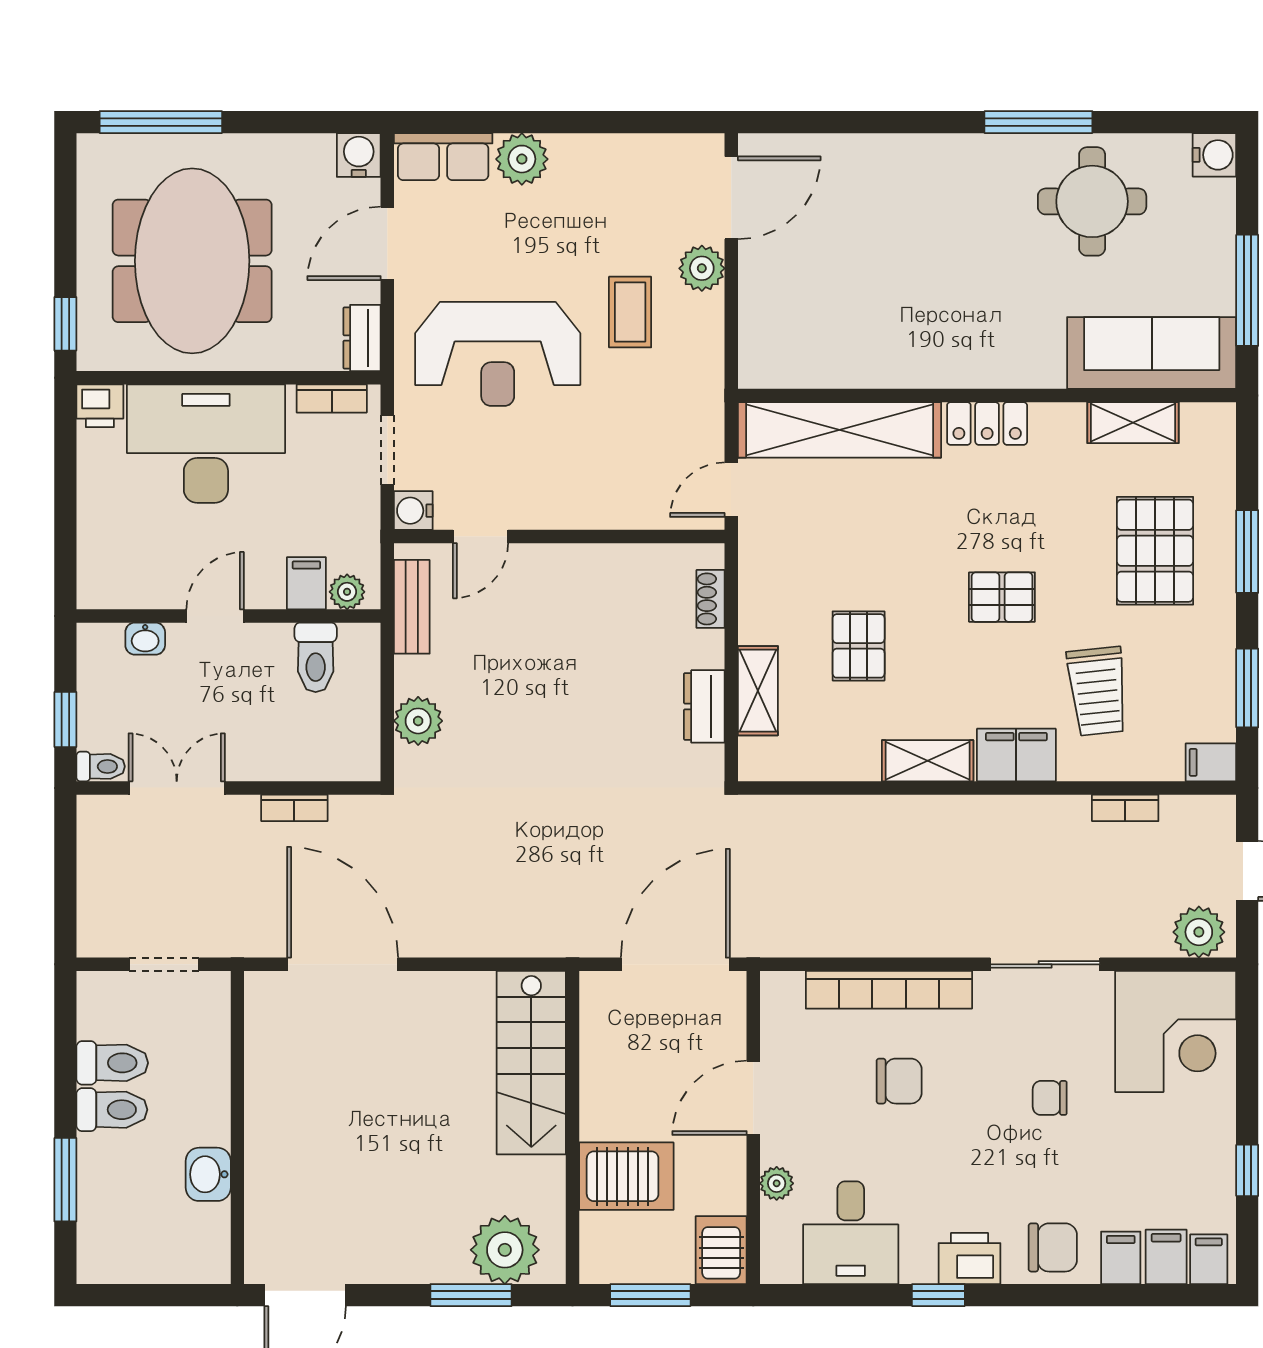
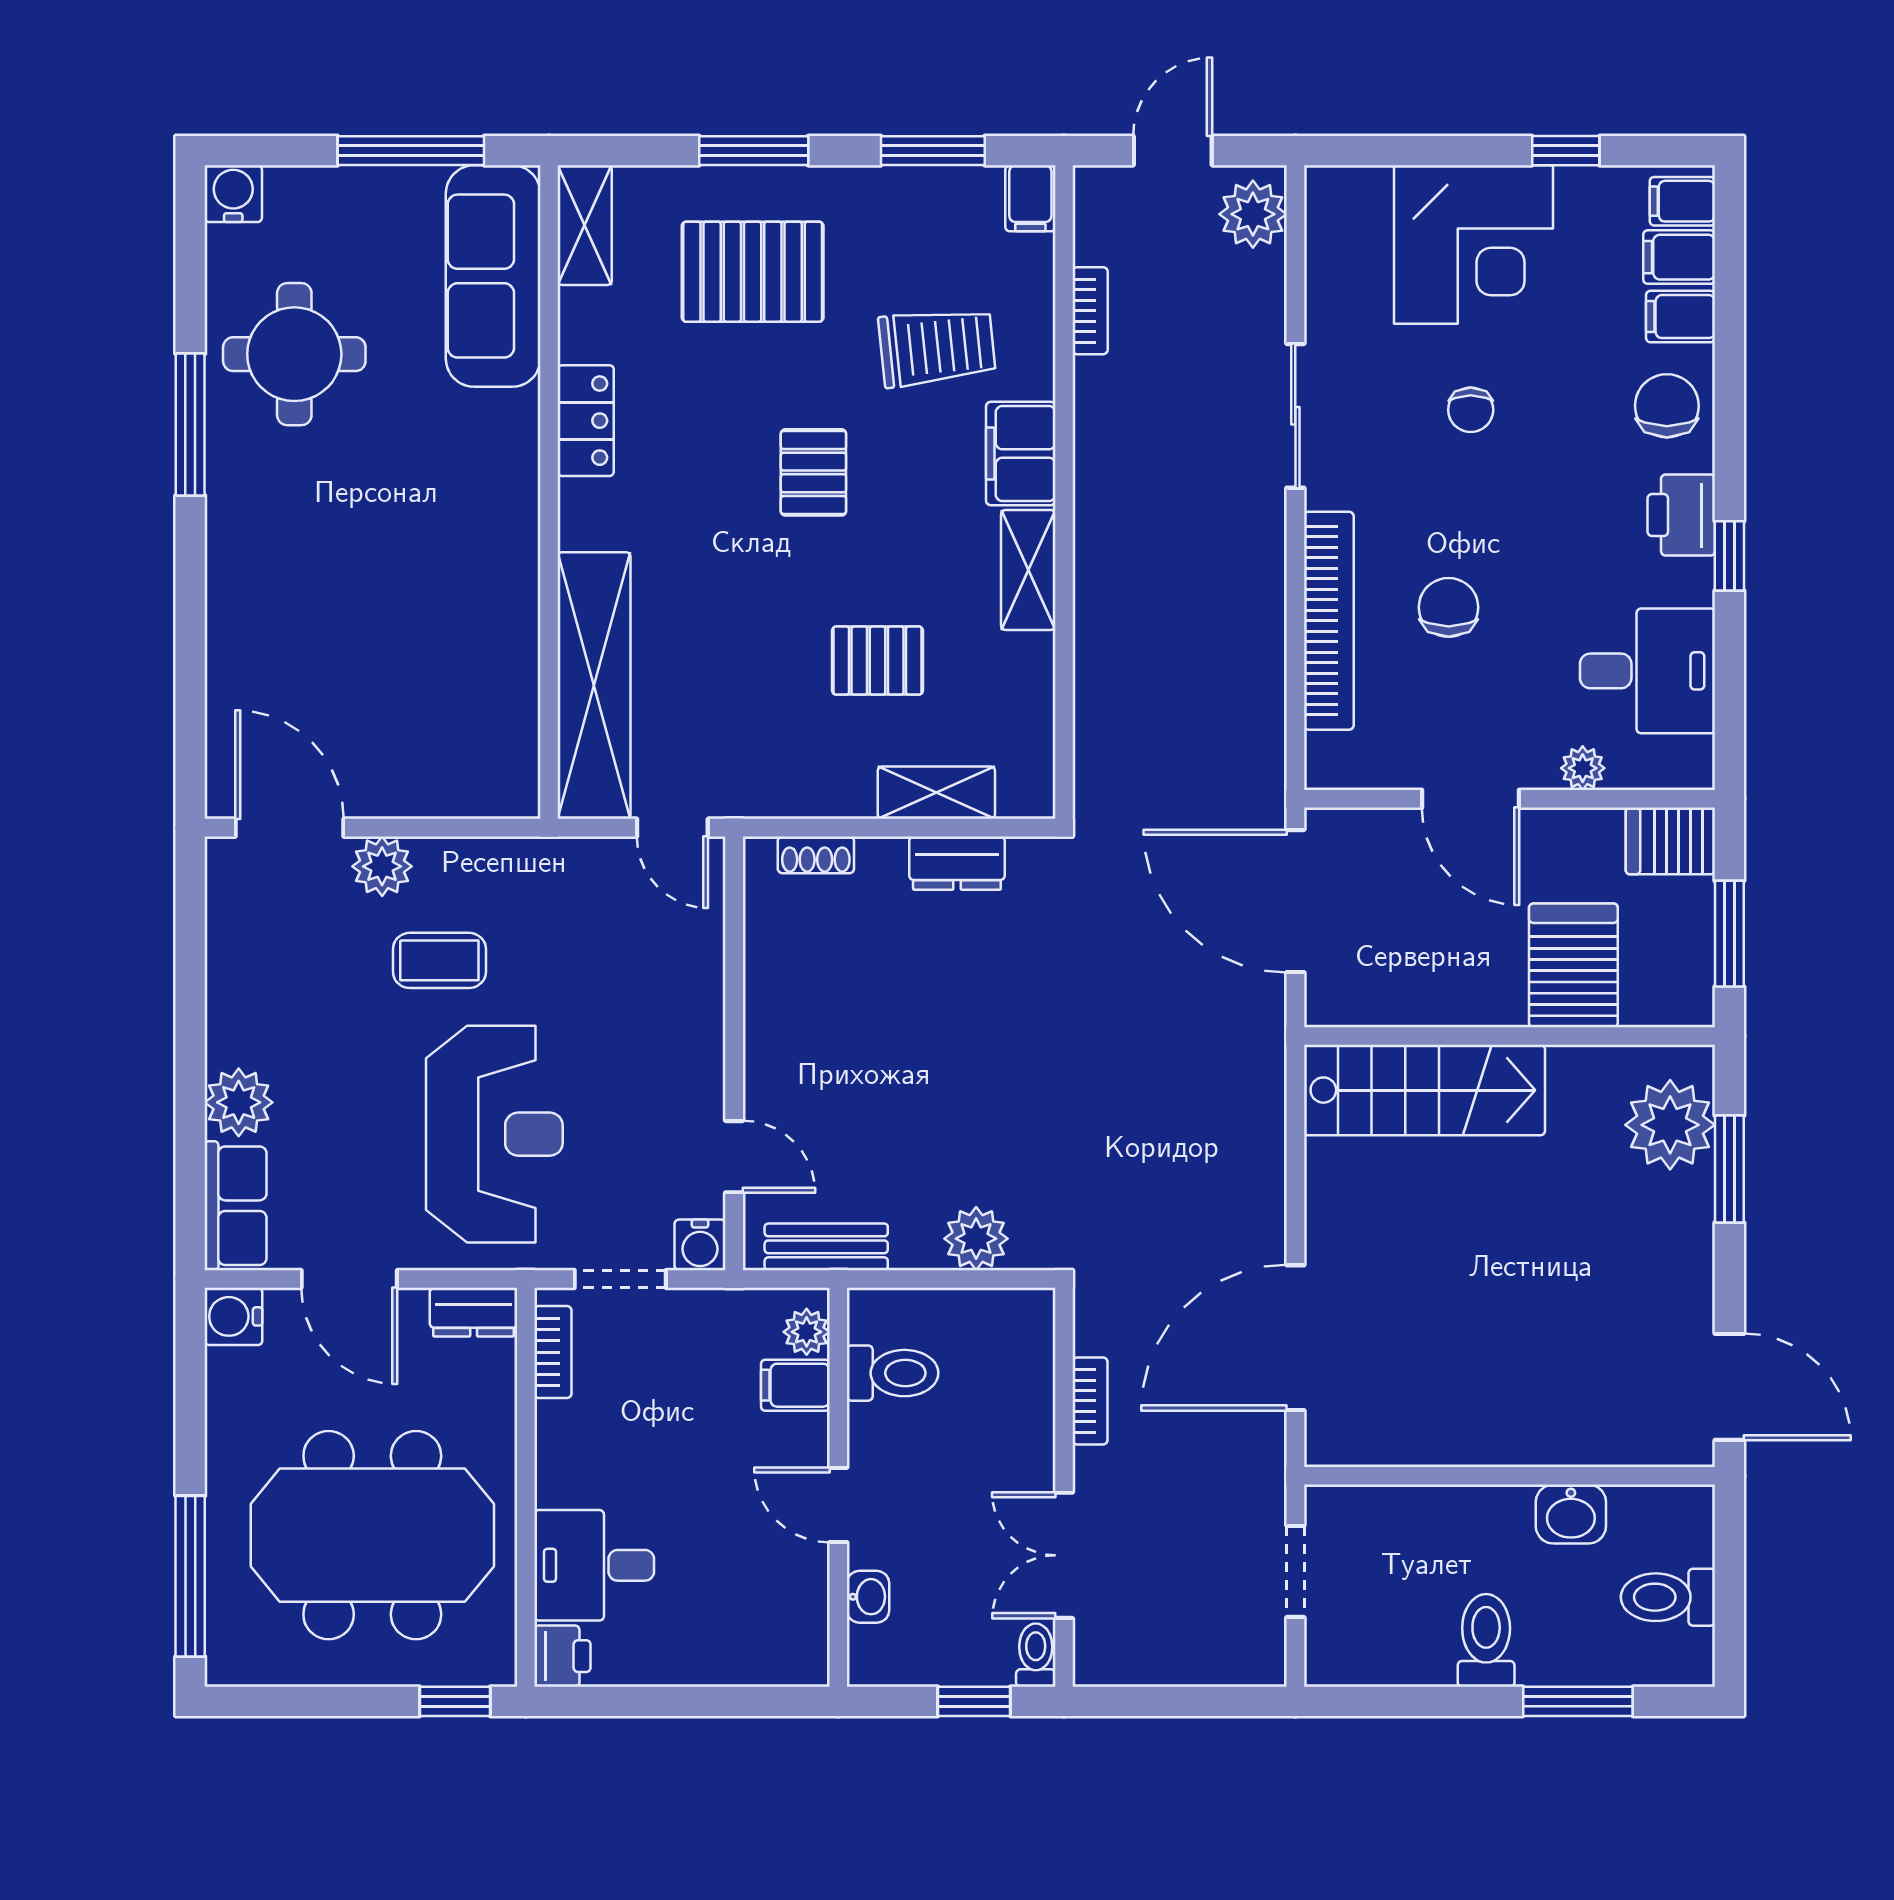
locker: (987, 423) -> (586, 421), moved
shelving: (1133, 423) -> (585, 225), moved
desk: (206, 444) -> (594, 1565), width x0.53, depth x0.77
corner desk: (1176, 1032) -> (1474, 245), moved, turned 90
toilet: (112, 1063) -> (1668, 1597), moved, turned -90

